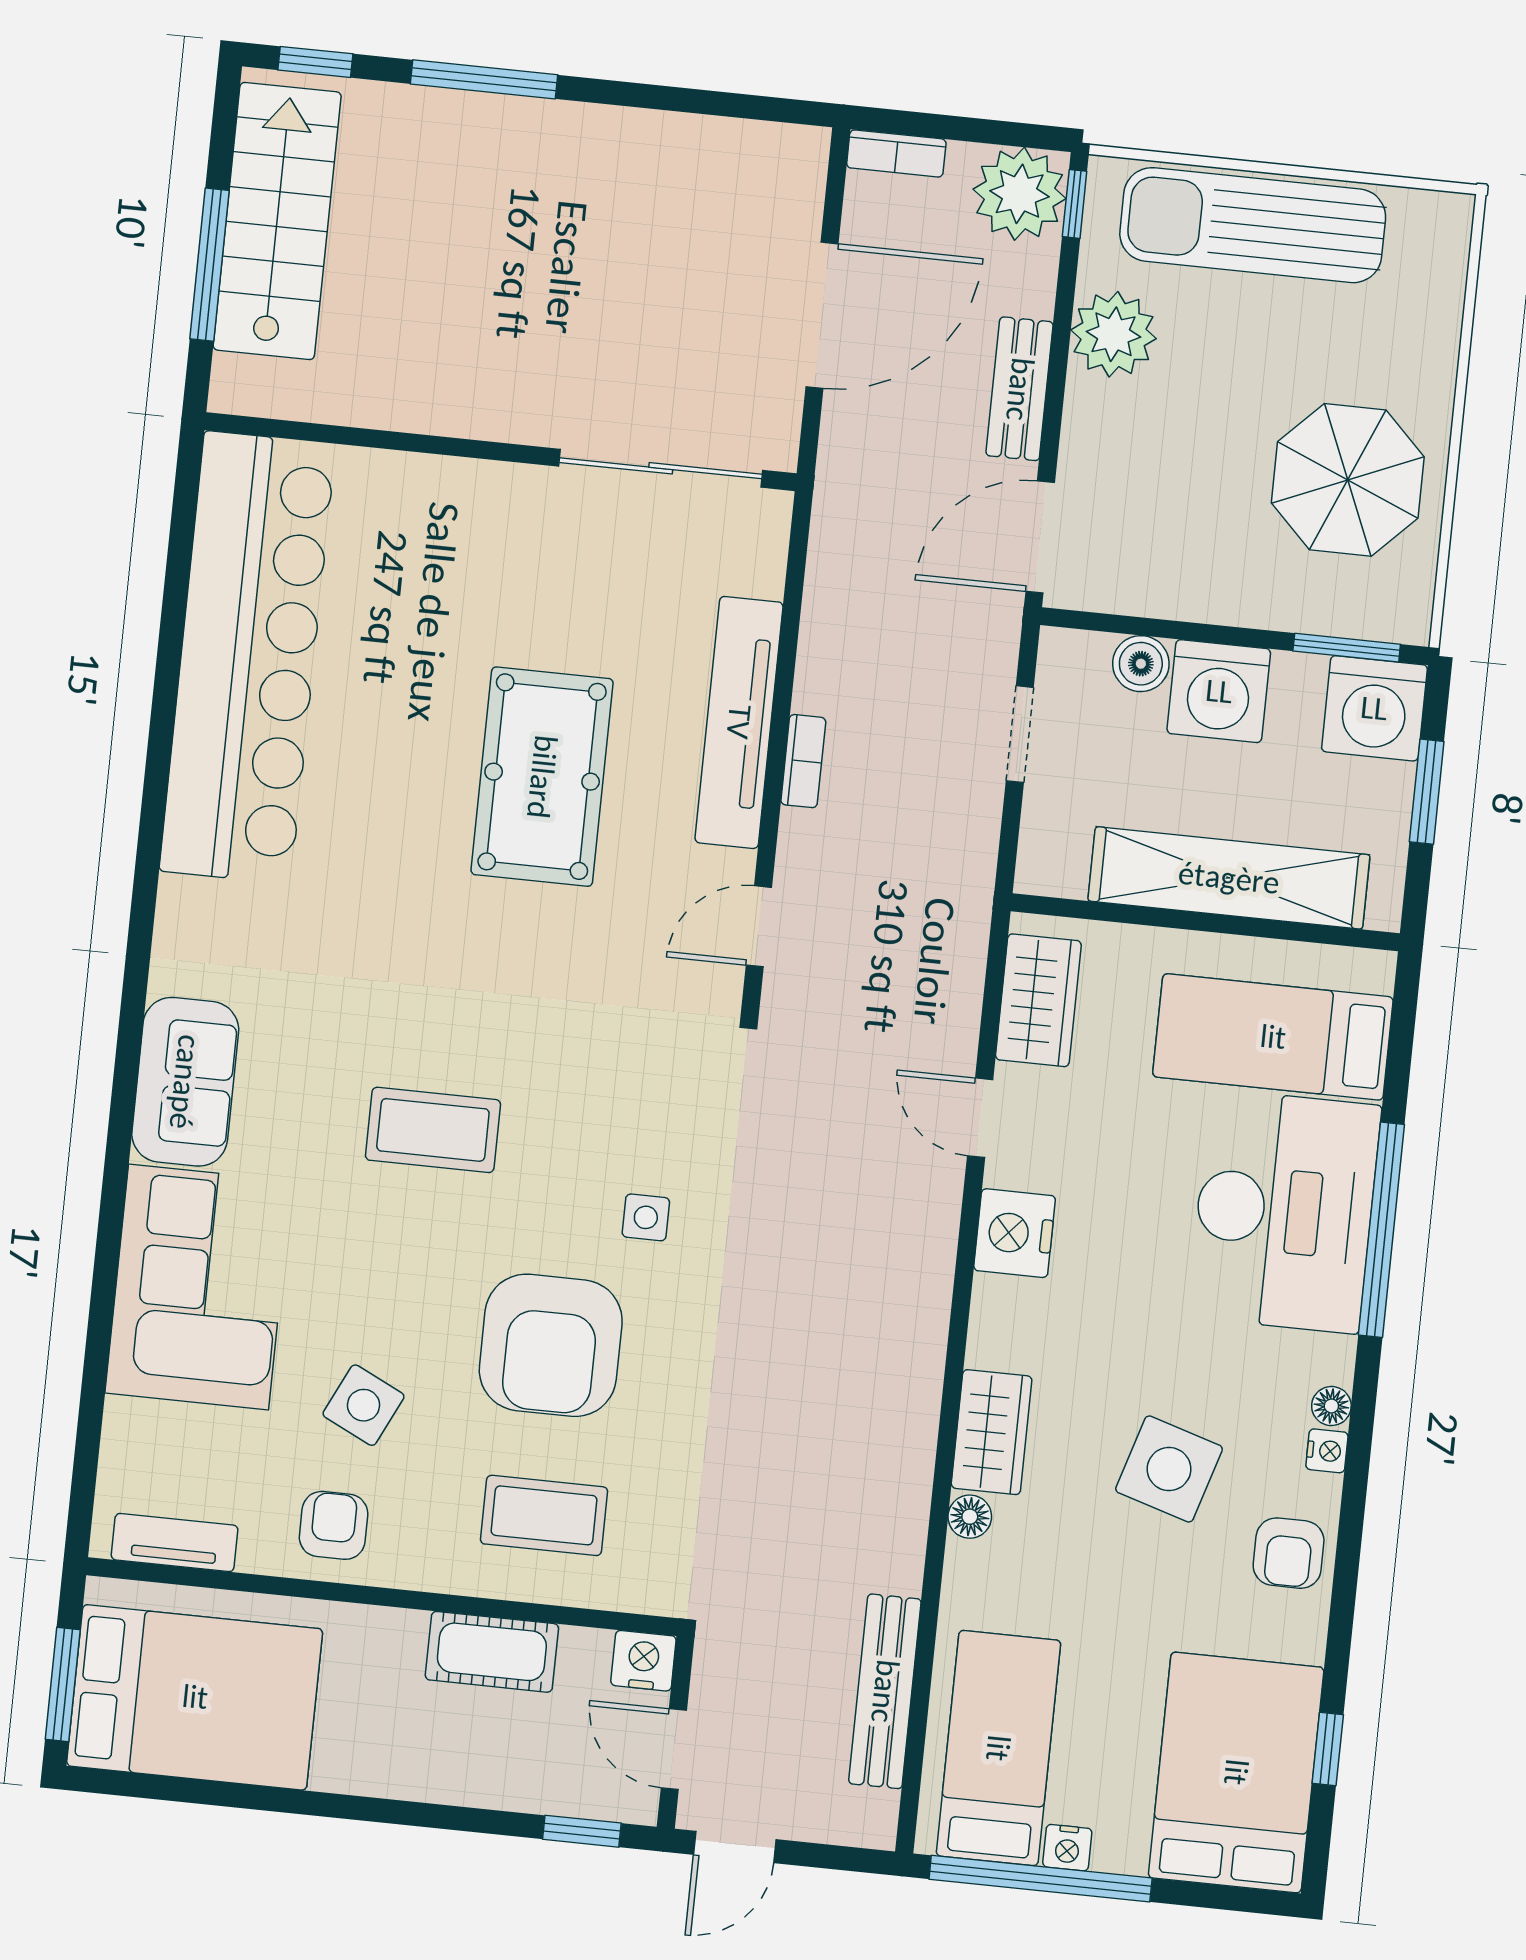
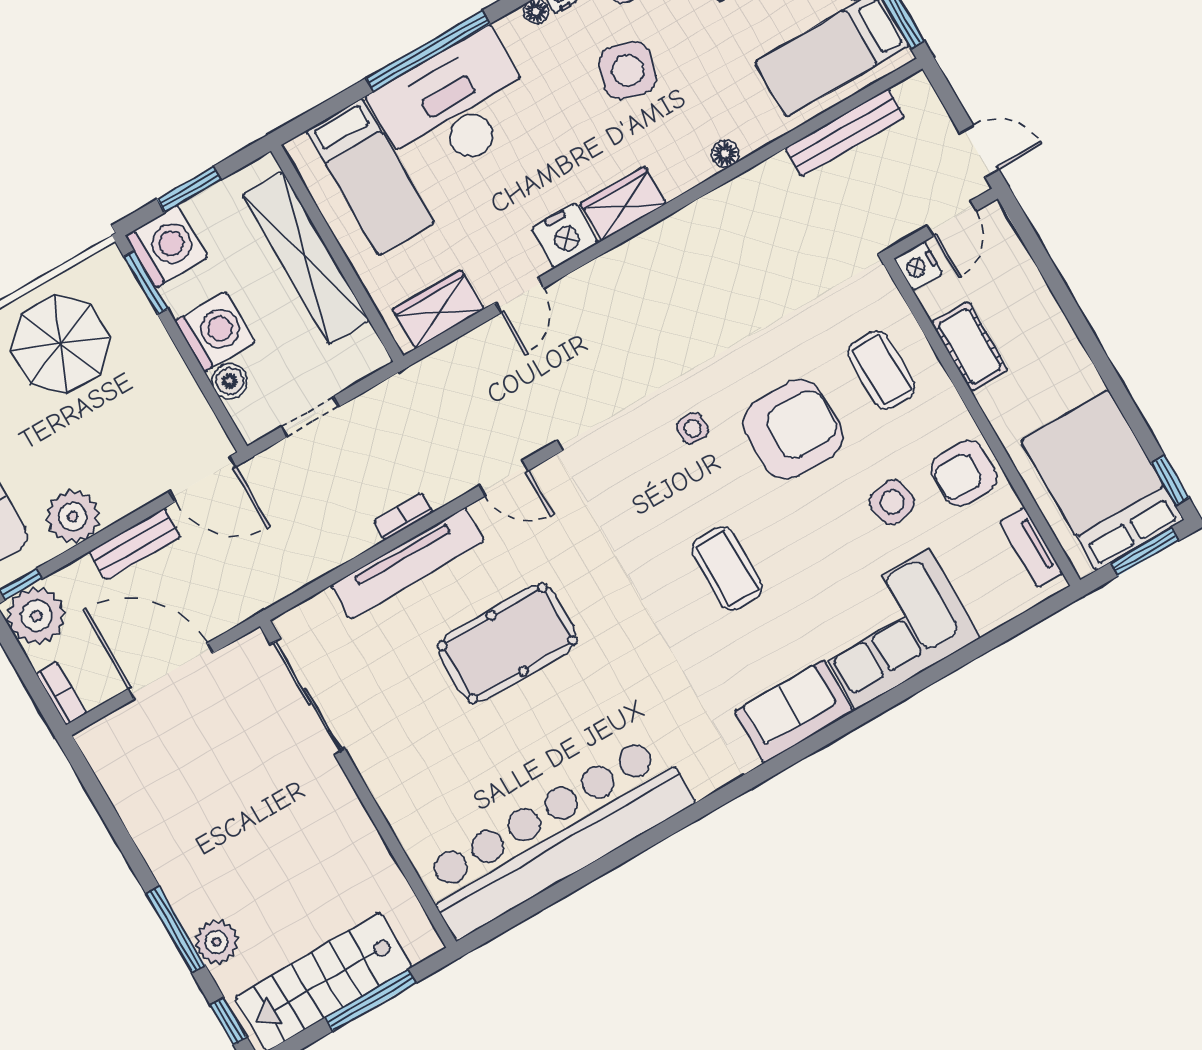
plant: (429, 121) -> (217, 942), added
side table: (364, 1405) -> (892, 502), turned -37
wardrobe: (992, 1432) -> (623, 204), moved
armchair: (334, 1525) -> (964, 473), width x1.38, depth x1.38
window: (582, 1831) -> (1170, 480), moved

